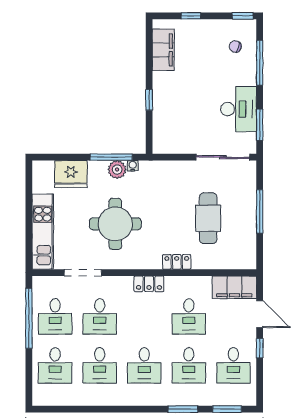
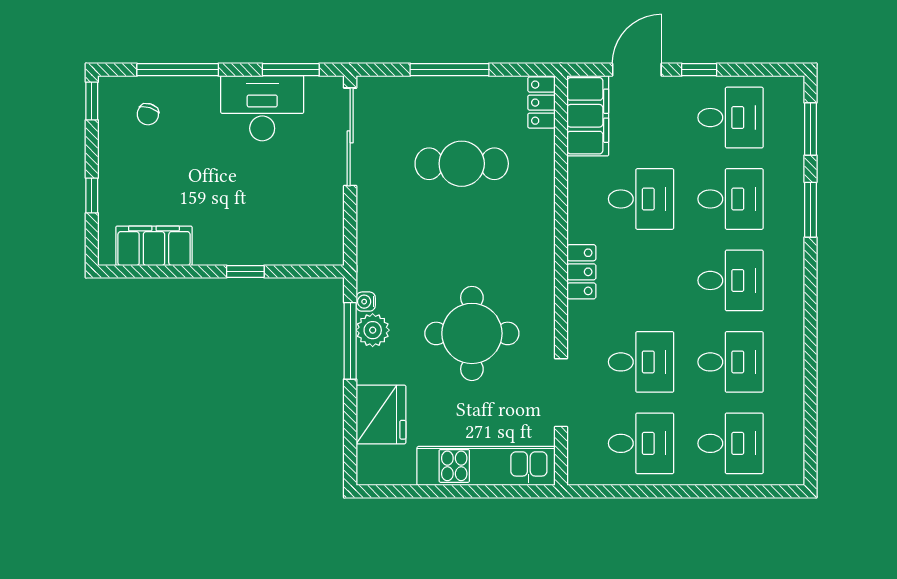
locker: (177, 262) -> (541, 103), moved
window: (29, 318) -> (644, 491), removed

